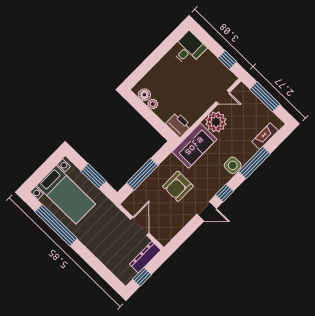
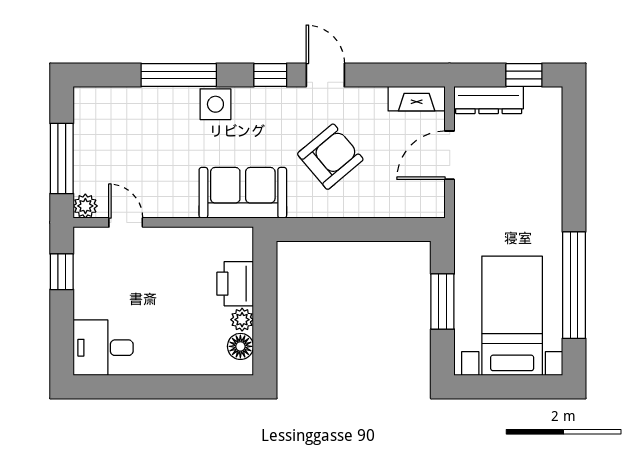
plant: (216, 122) -> (85, 206), moved, width x0.53, depth x0.53
printer: (178, 125) -> (235, 284), moved
fireplace: (265, 136) -> (417, 99), moved
window: (142, 174) -> (366, 230), removed
armchair: (178, 186) -> (330, 157), turned -40

